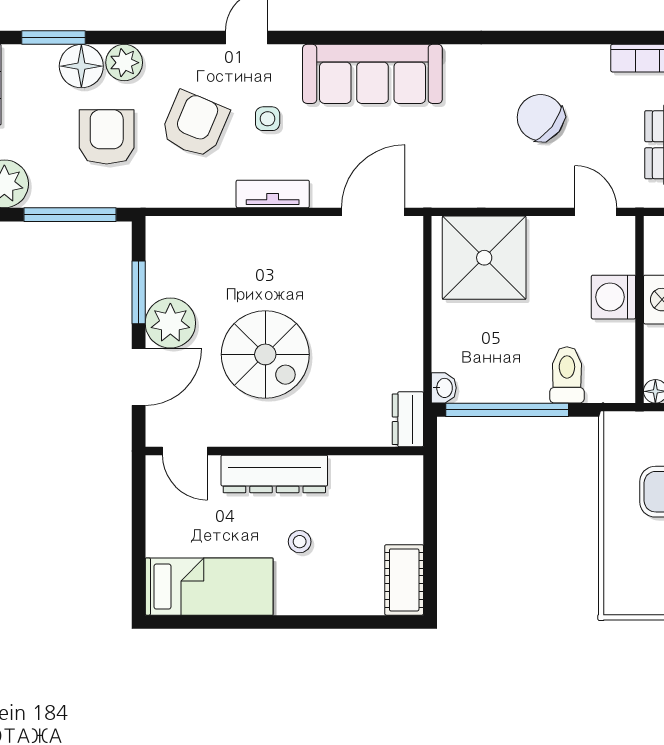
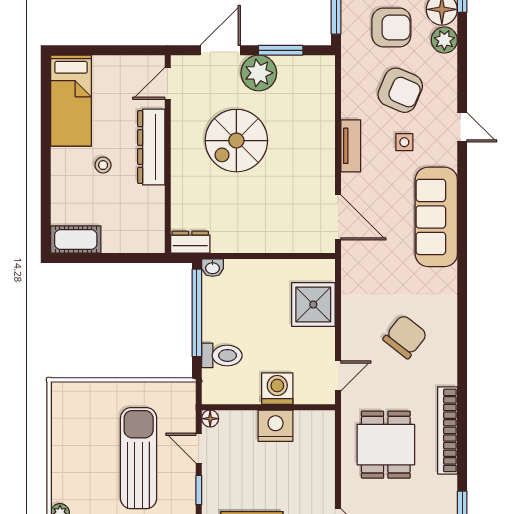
shower: (484, 258) -> (313, 304), width x0.73, depth x0.73
door: (139, 377) -> (220, 50), swing flipped

